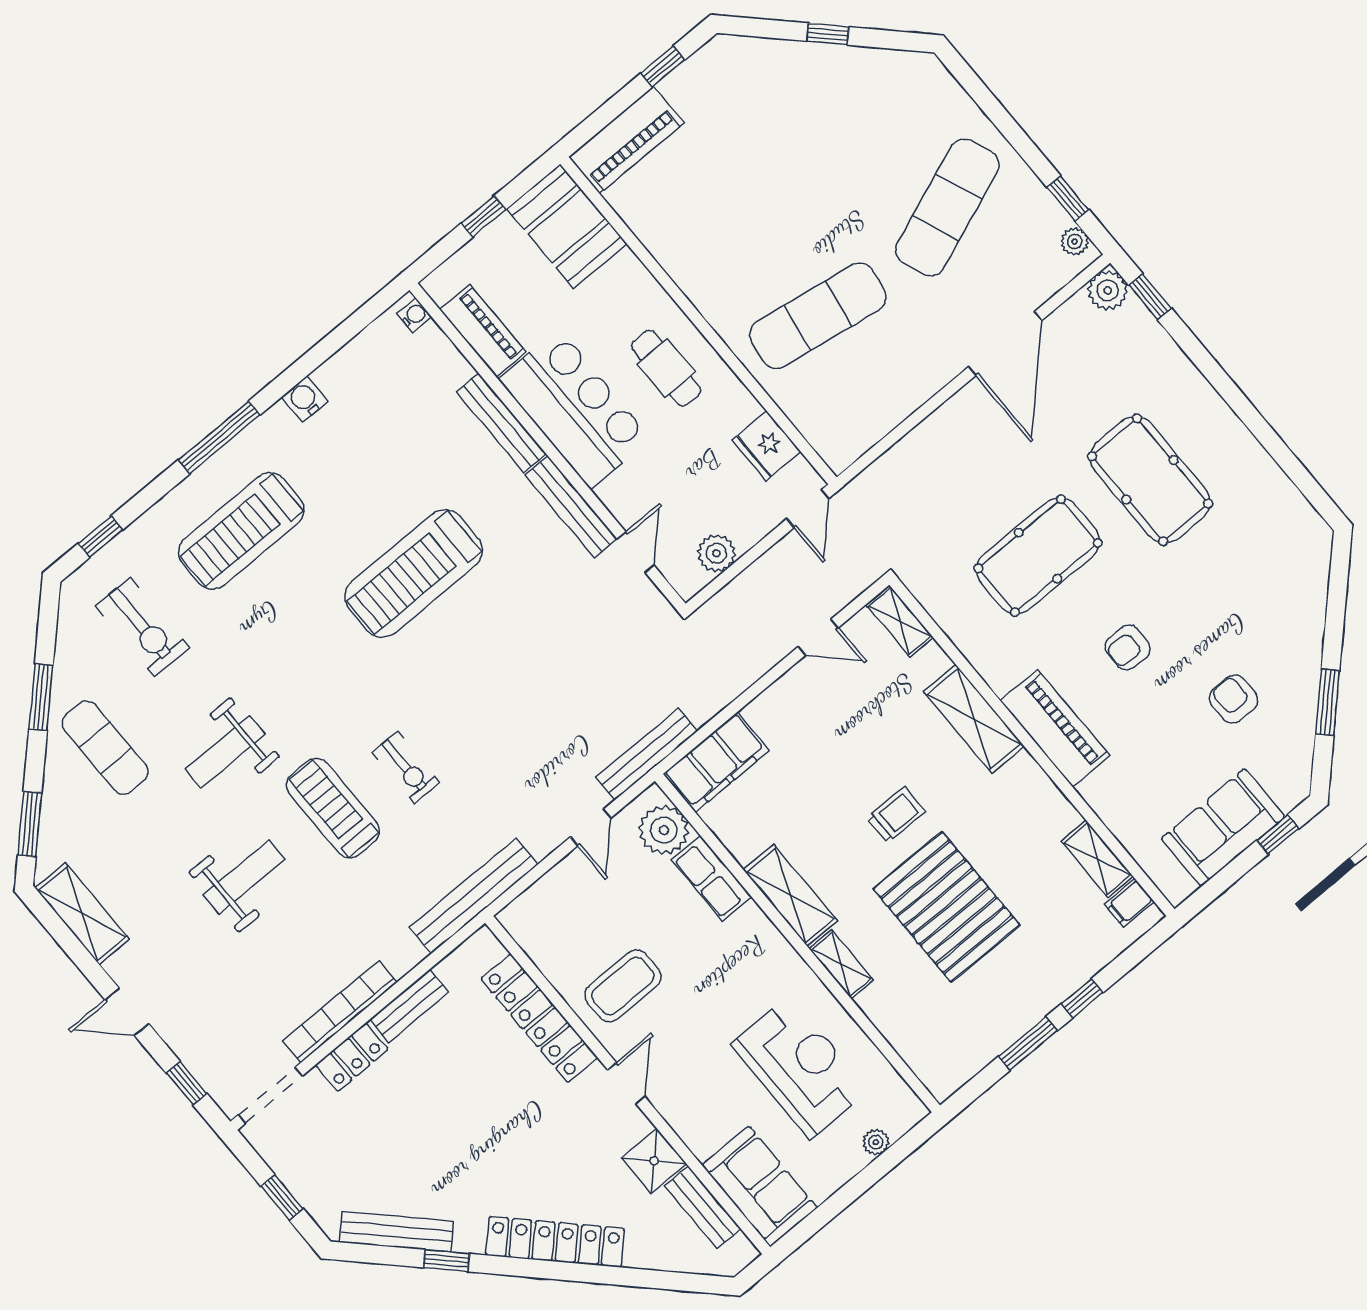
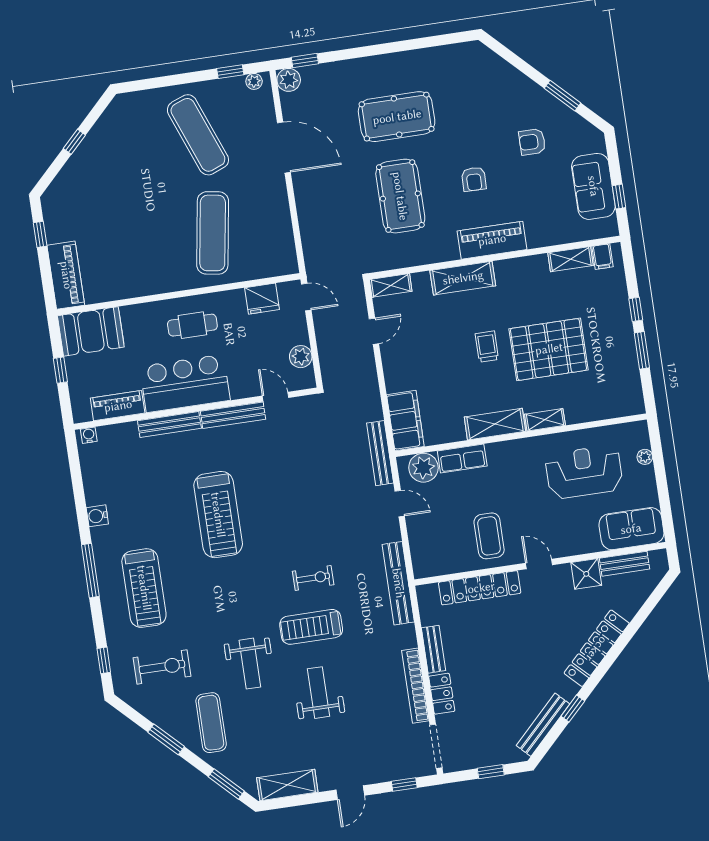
exercise mat: (105, 748) -> (211, 723), turned 90
window: (1278, 834) -> (619, 197), moved

